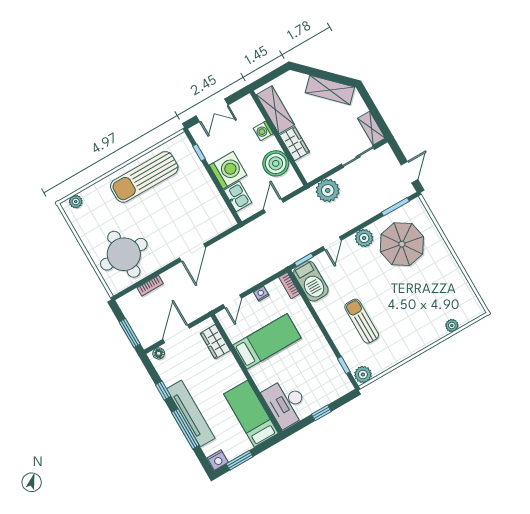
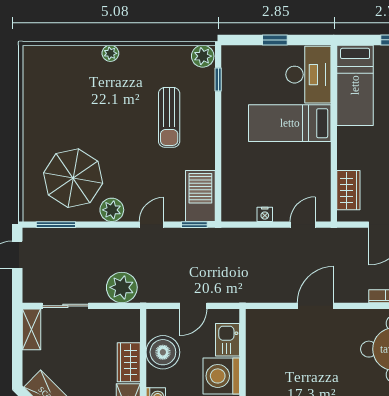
bookcase: (289, 285) -> (228, 205), removed
plant: (452, 325) -> (110, 53), moved
bed: (267, 341) -> (290, 123), moved

